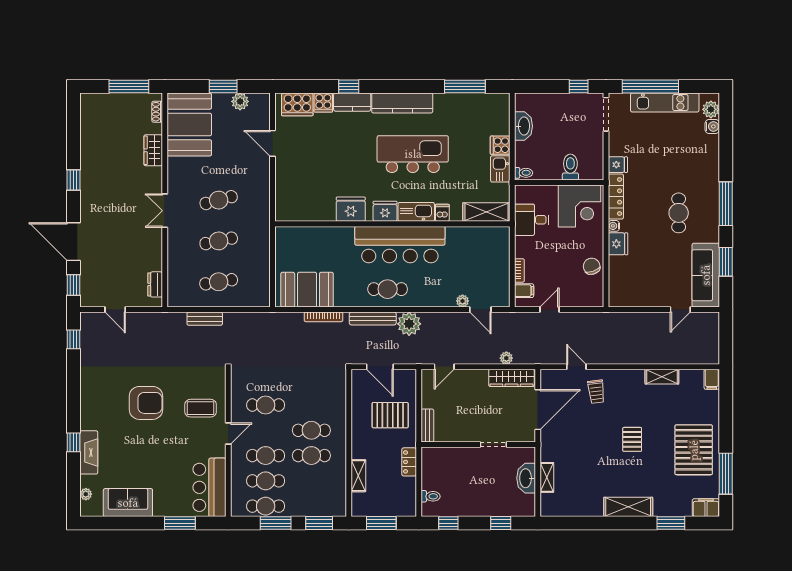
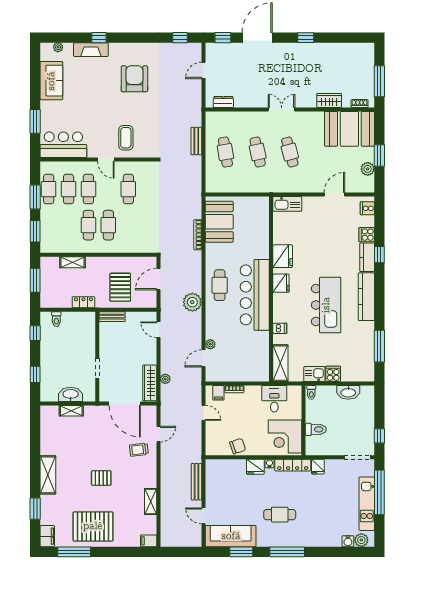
cooker: (297, 104) -> (367, 208), width x0.53, depth x0.76
kitchen sink: (416, 212) -> (287, 204), moved, turned 90
bench: (373, 318) -> (196, 482), moved
armchair: (146, 403) -> (134, 79), moved, turned 180

